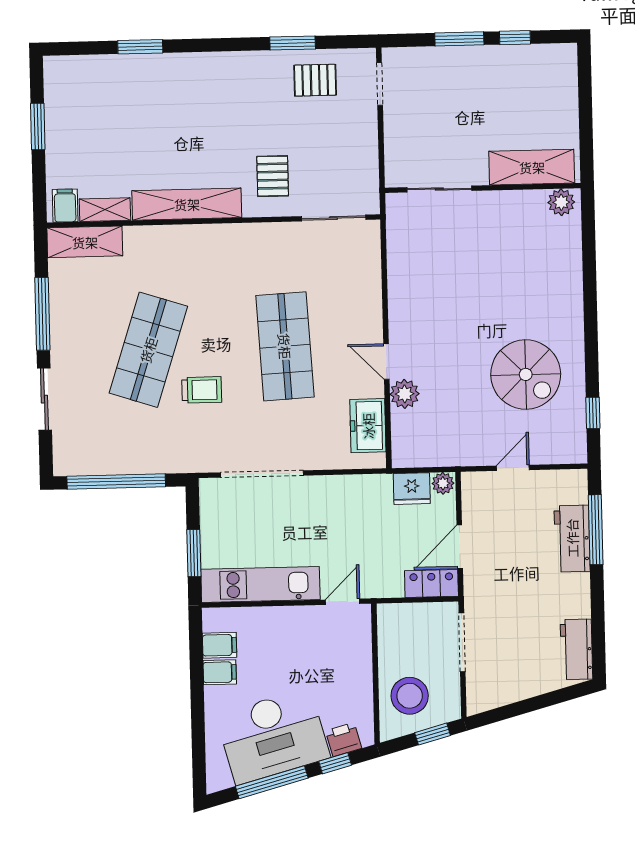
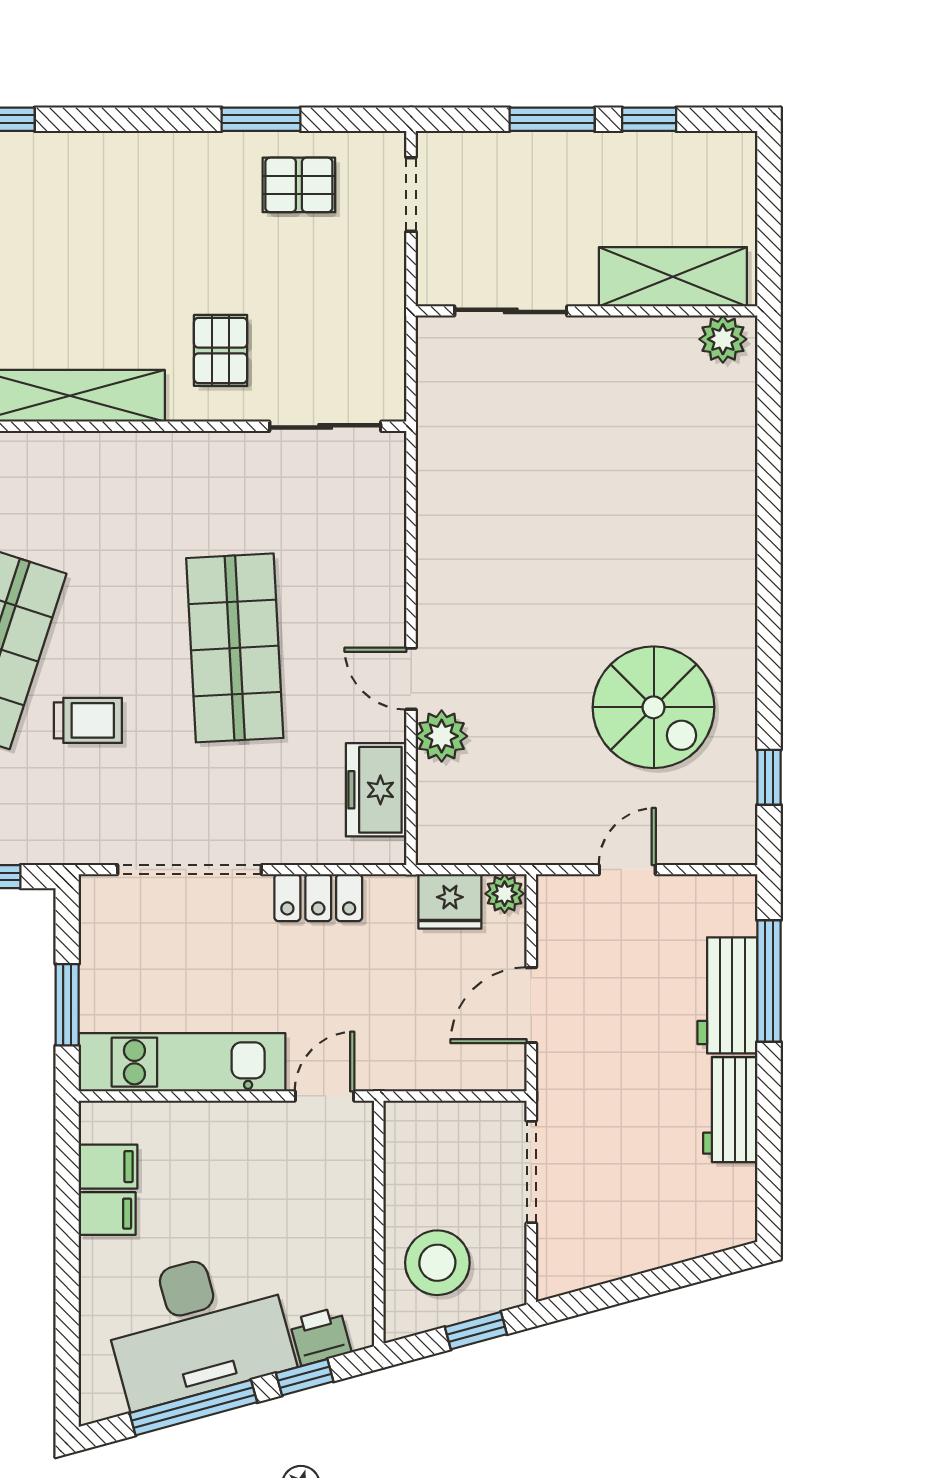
shelving: (532, 167) -> (673, 277), moved
wall: (483, 188) -> (587, 311), moved
sliding door: (439, 189) -> (511, 311), moved
plant: (561, 202) -> (723, 339), moved
locker: (431, 583) -> (318, 898), moved, turned 180
workbench: (576, 649) -> (730, 1110), moved

